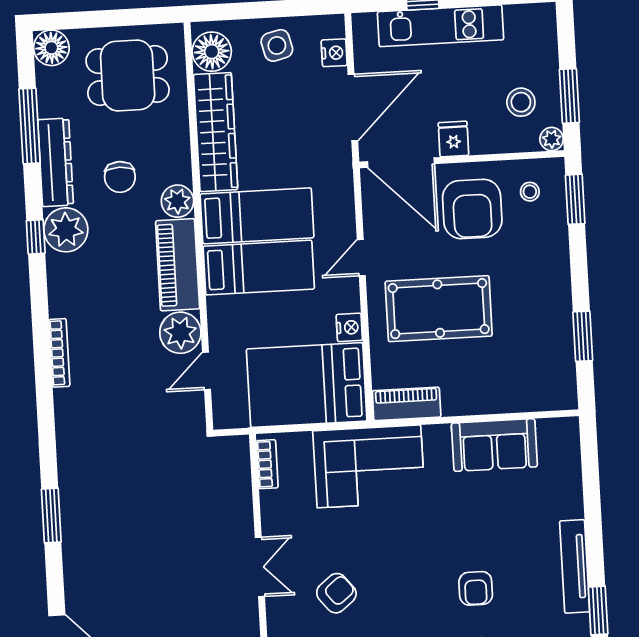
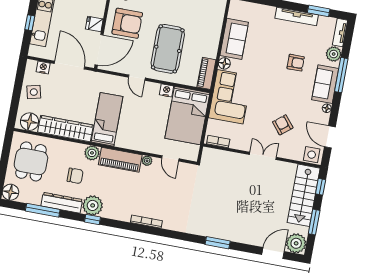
bed: (259, 268) -> (130, 124), removed
plant: (180, 333) -> (147, 161), width x0.53, depth x0.53
floor lamp: (437, 437) -> (224, 63), added

